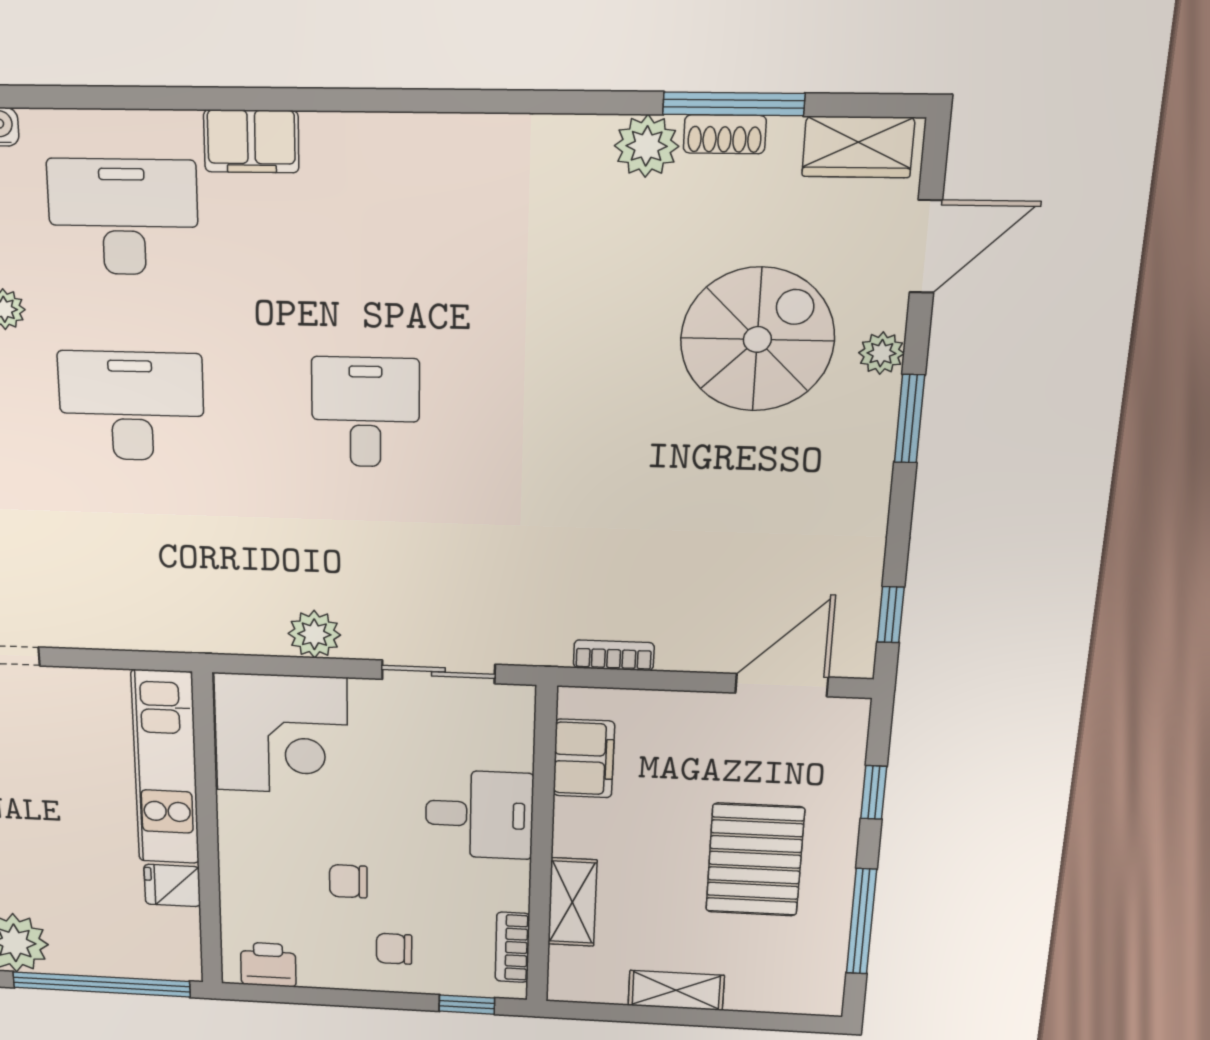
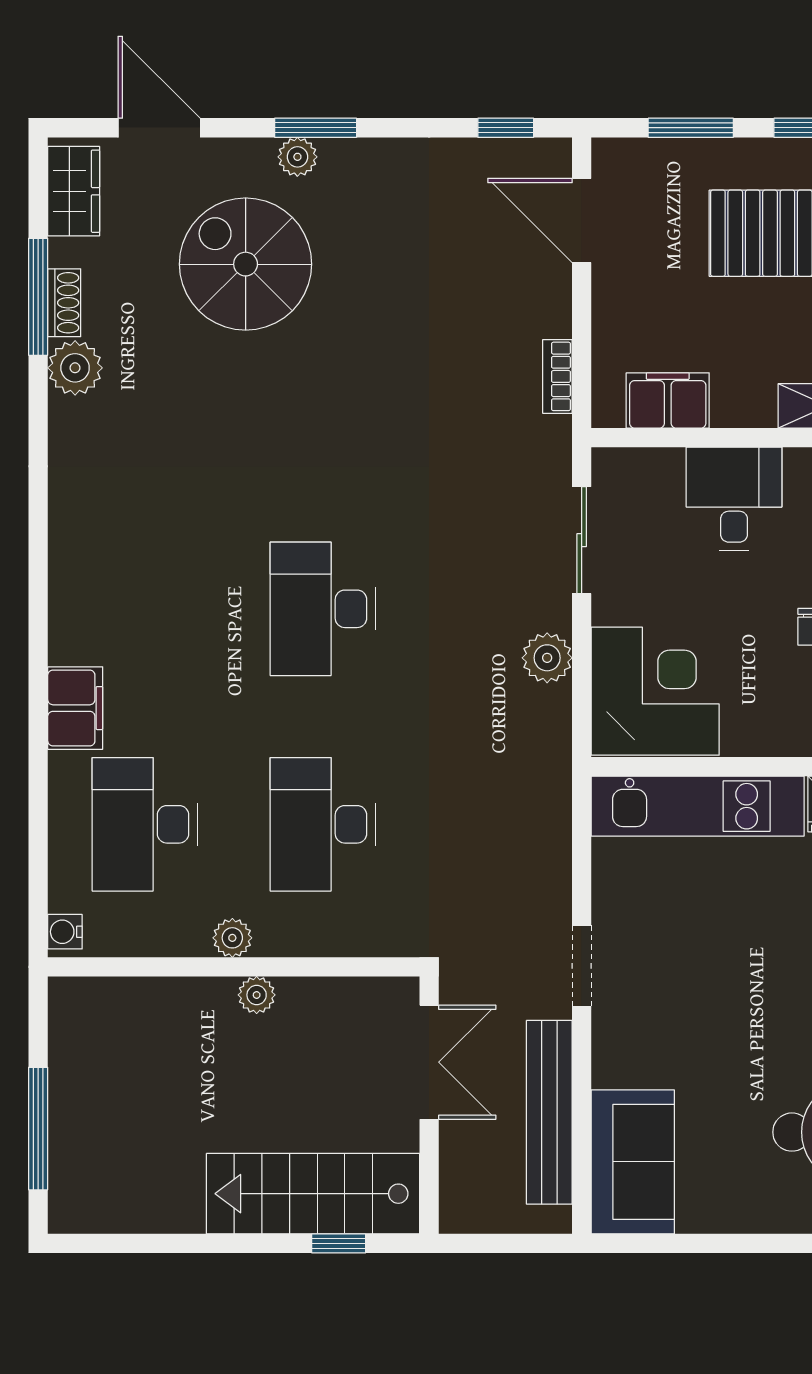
plant: (881, 353) -> (297, 157), moved
desk: (365, 412) -> (323, 609), width x1.37
window: (874, 792) -> (691, 128), width x1.50

